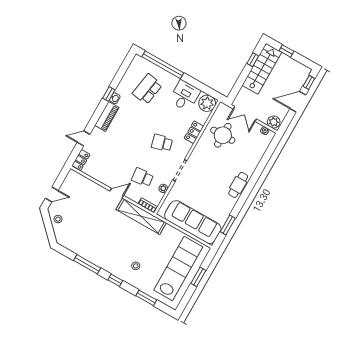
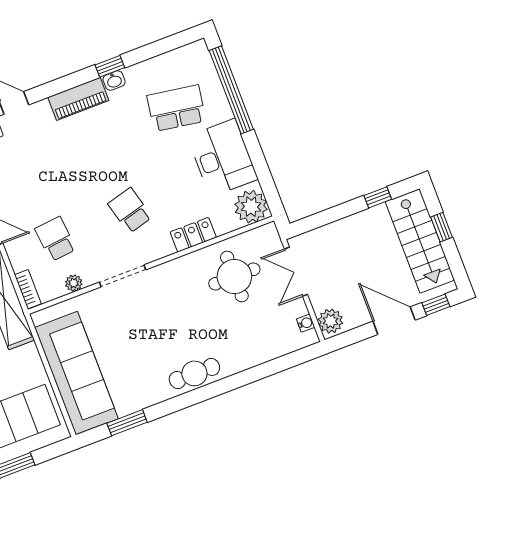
stairs: (262, 69) -> (420, 241), moved, turned 90
desk: (185, 96) -> (222, 158), width x1.37

